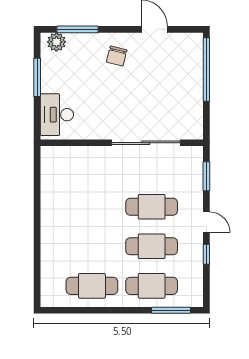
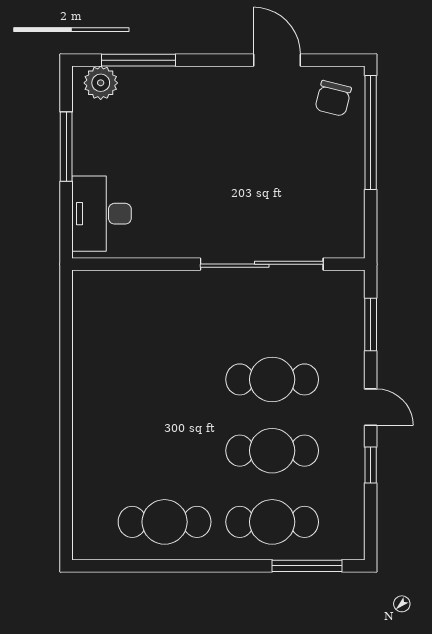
chair: (117, 56) -> (333, 98), moved

